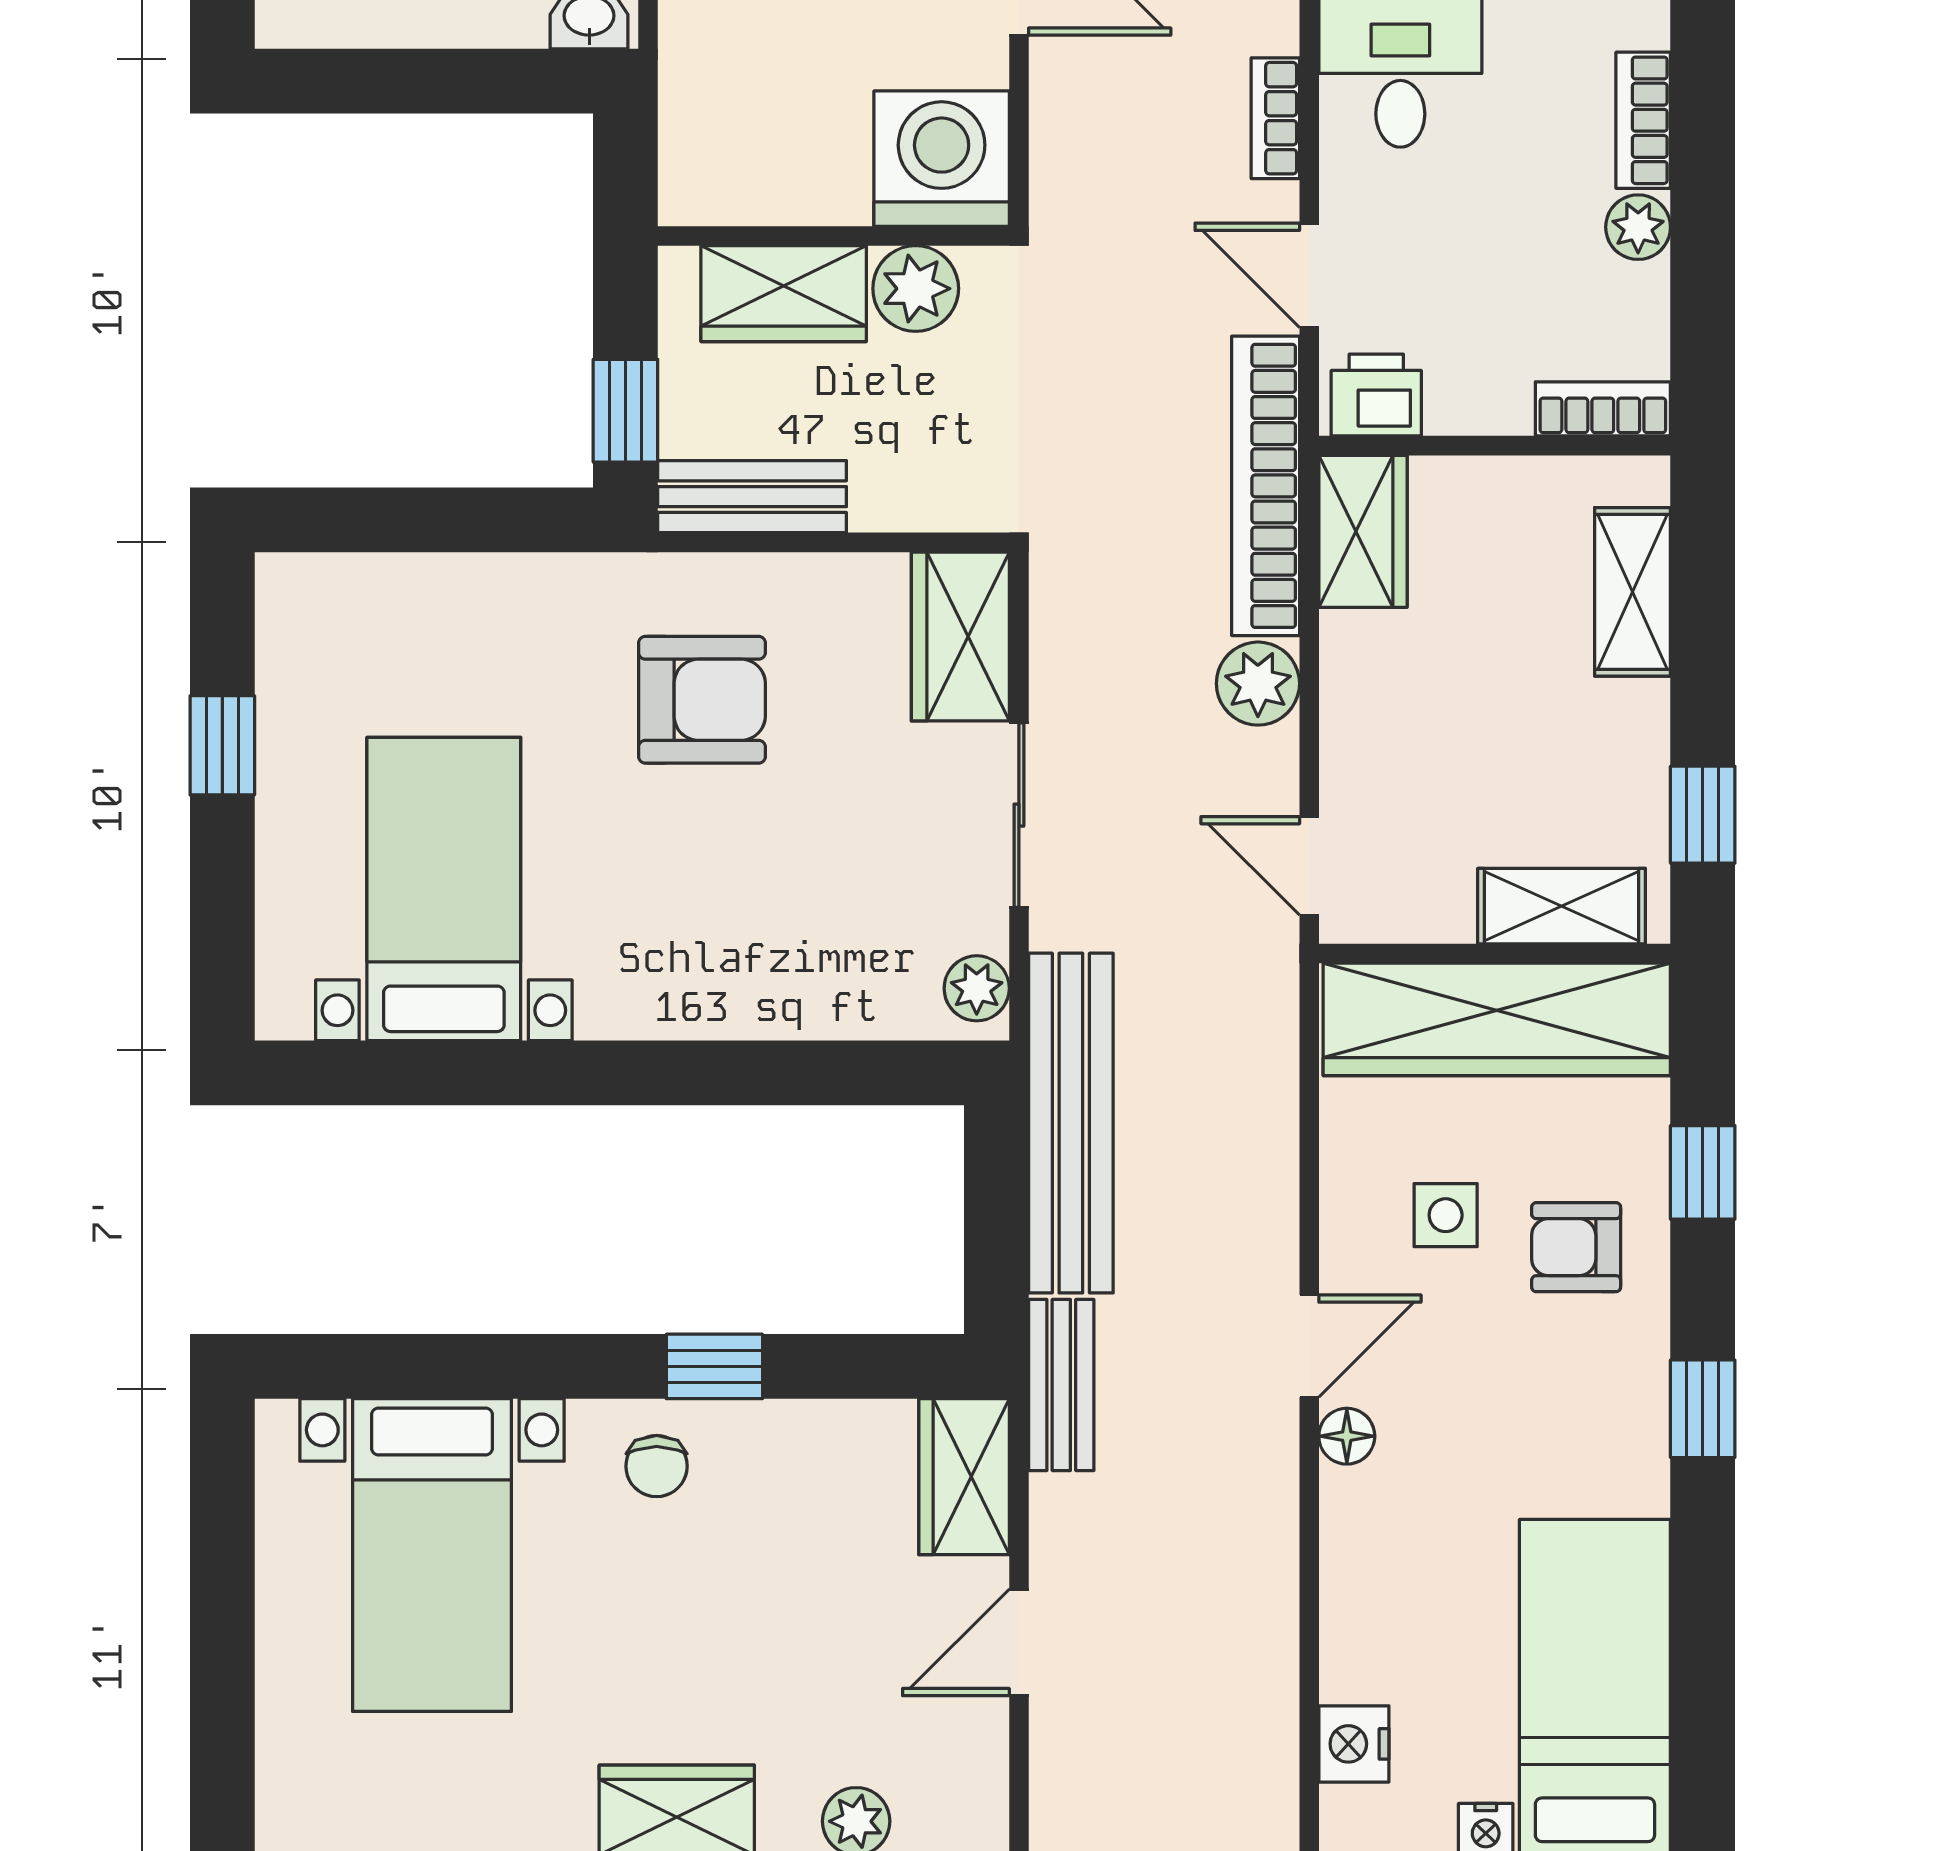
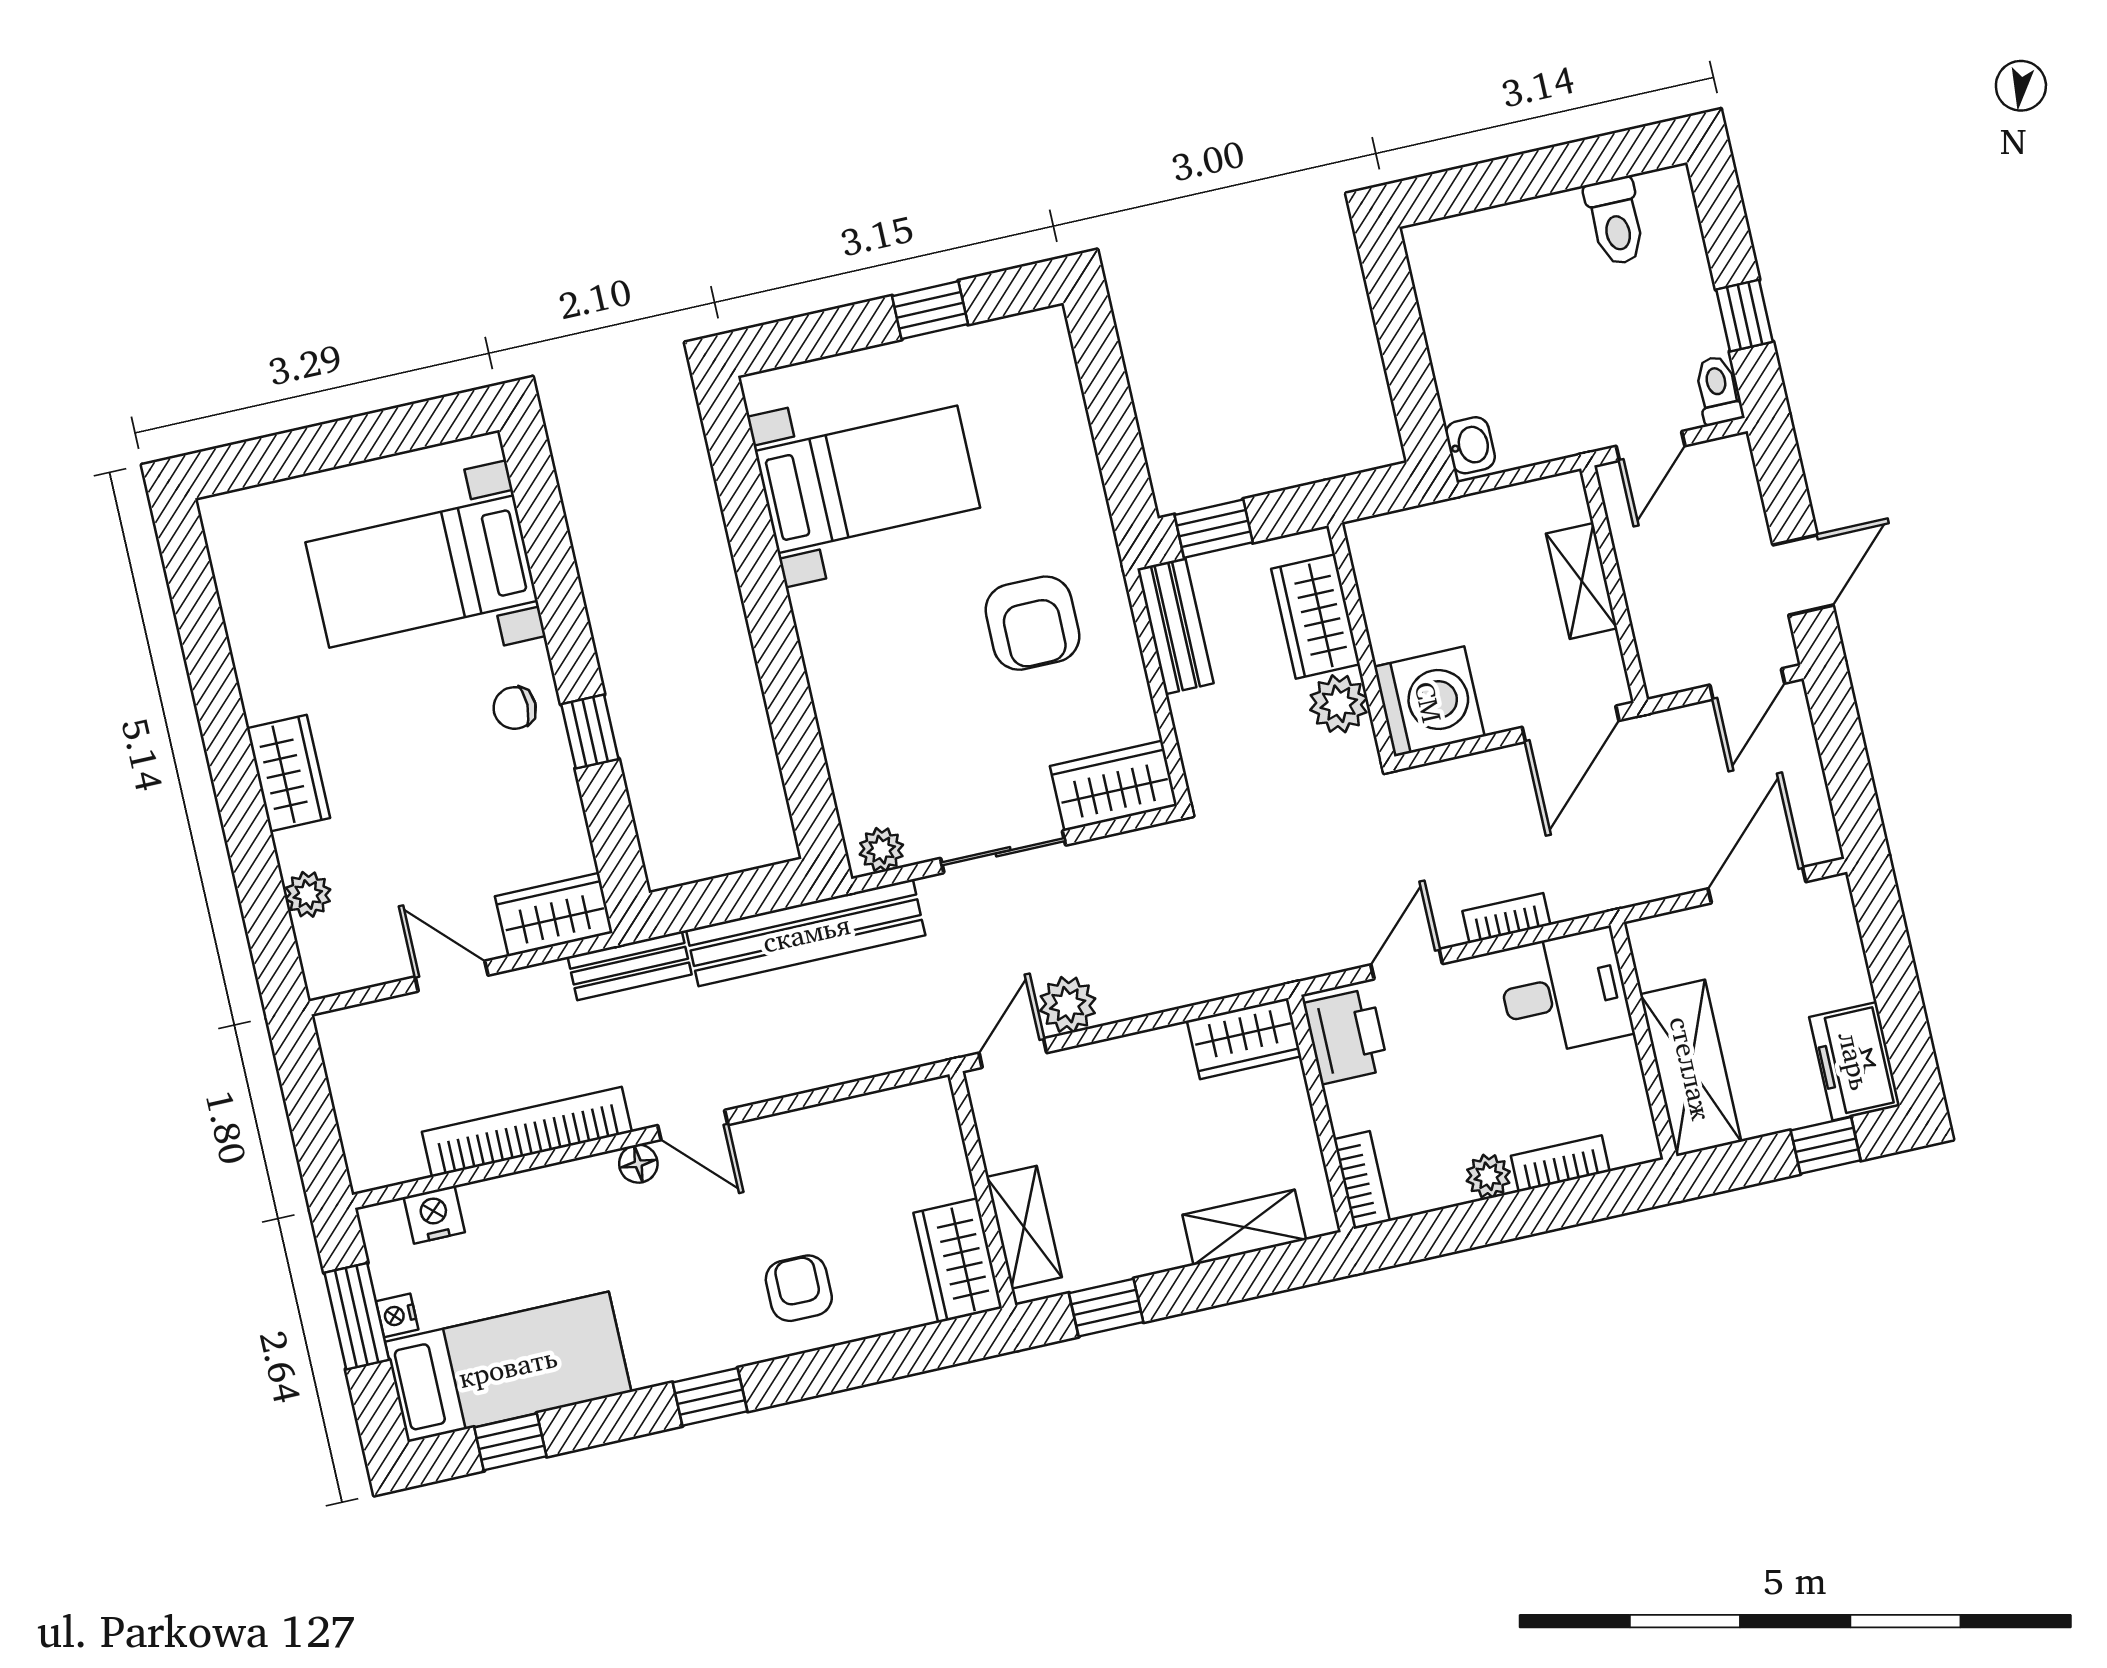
printer: (1376, 395) -> (1346, 1036), width x1.36, depth x1.24
bookcase: (1266, 486) -> (527, 1132), moved
plant: (1258, 684) -> (1068, 1005), moved
wardrobe: (1497, 1019) -> (958, 1260), width x0.48, depth x0.85
window: (1703, 1172) -> (510, 1442), moved
side table: (1446, 1215) -> (801, 1196), removed

